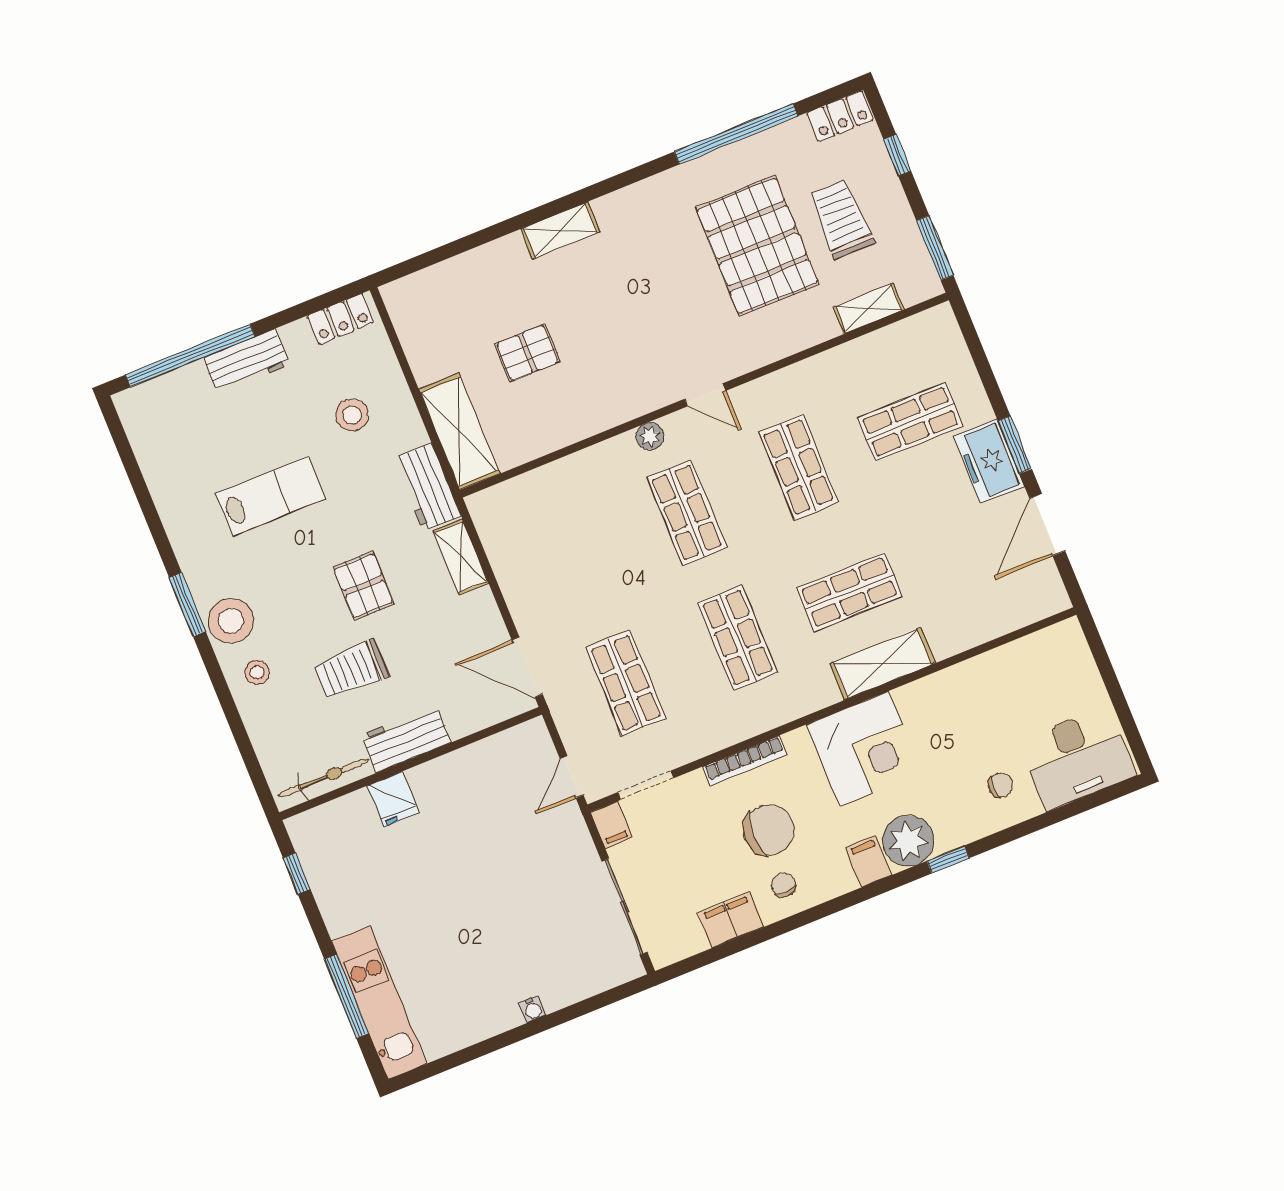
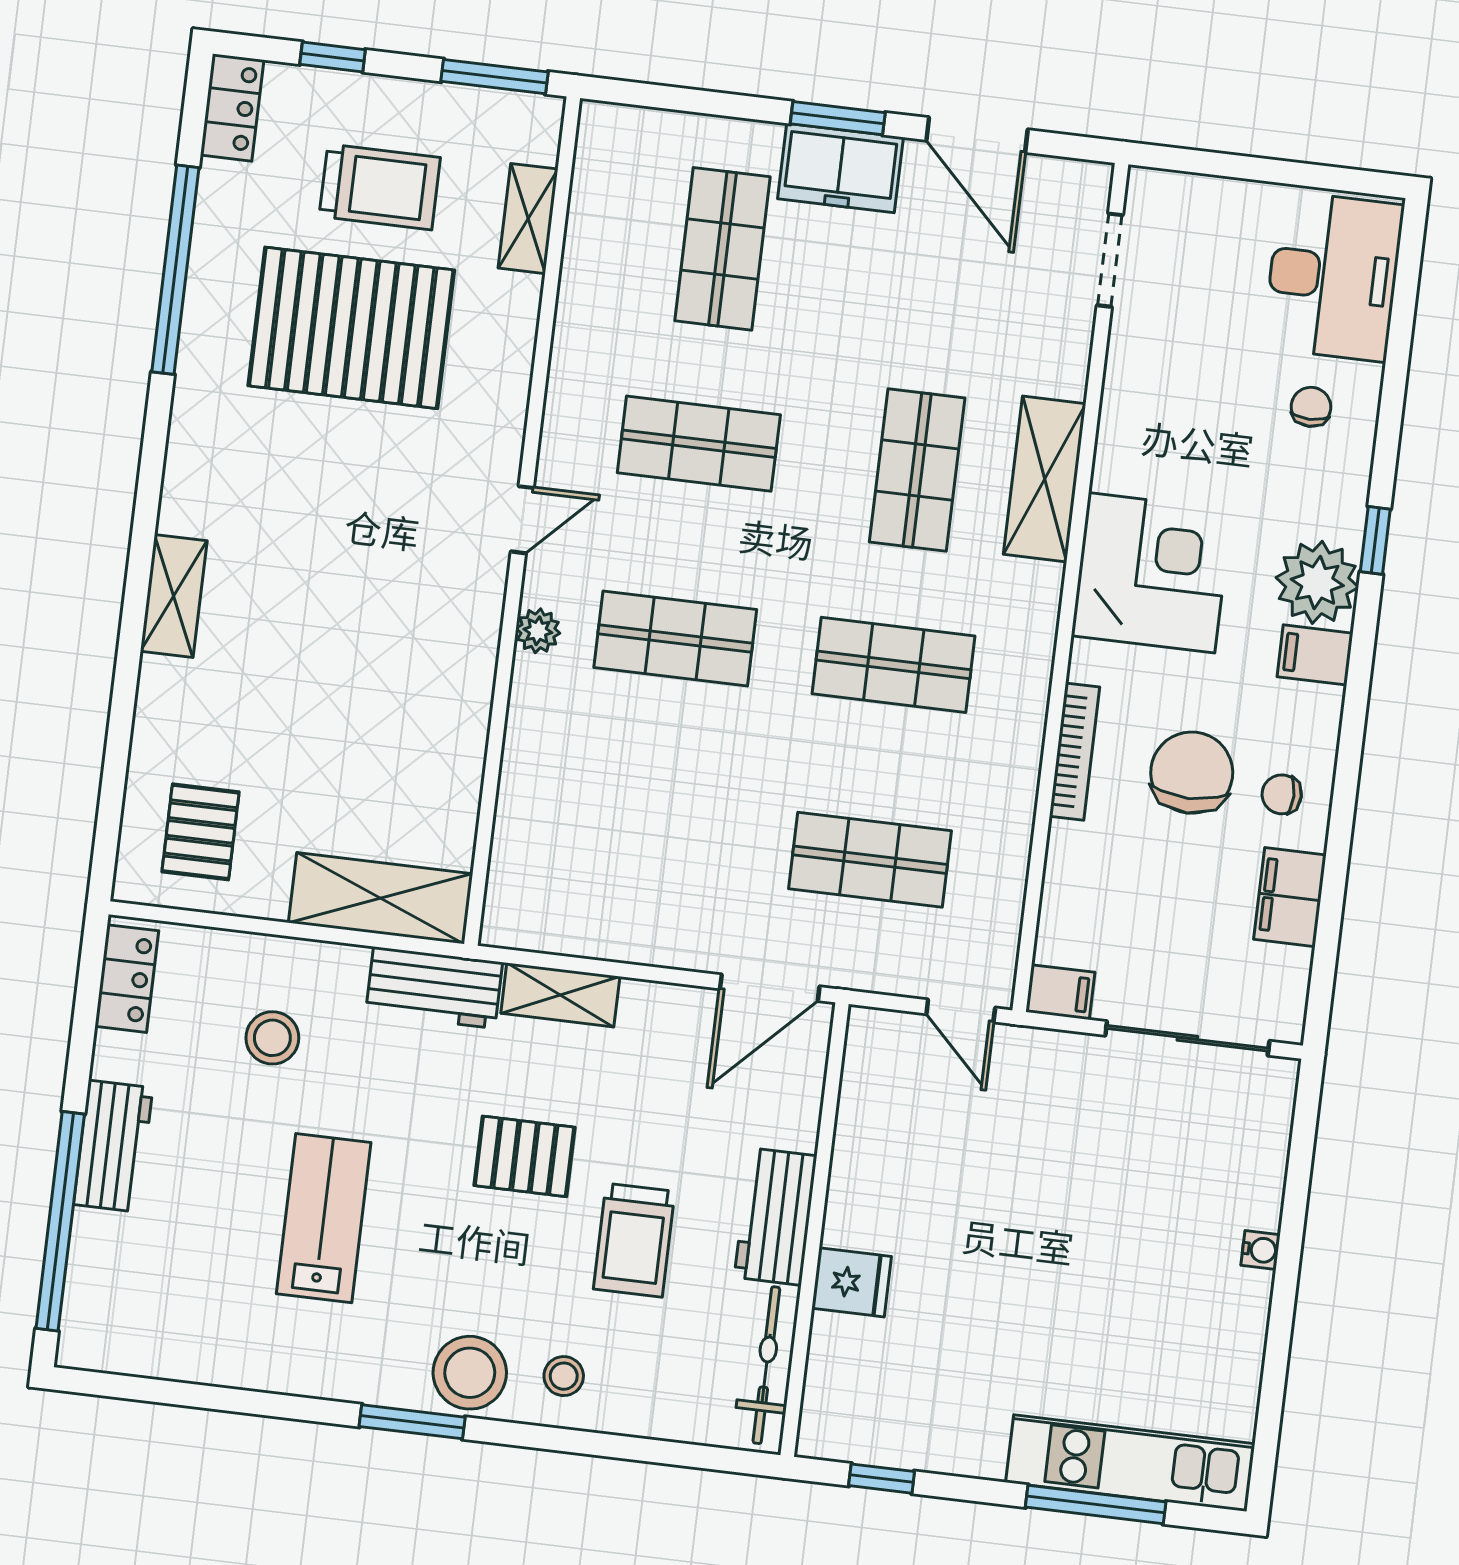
trolley: (841, 219) -> (380, 187), turned 180
pallet: (527, 353) -> (201, 832), moved
doorway: (646, 785) -> (1110, 260), moved

